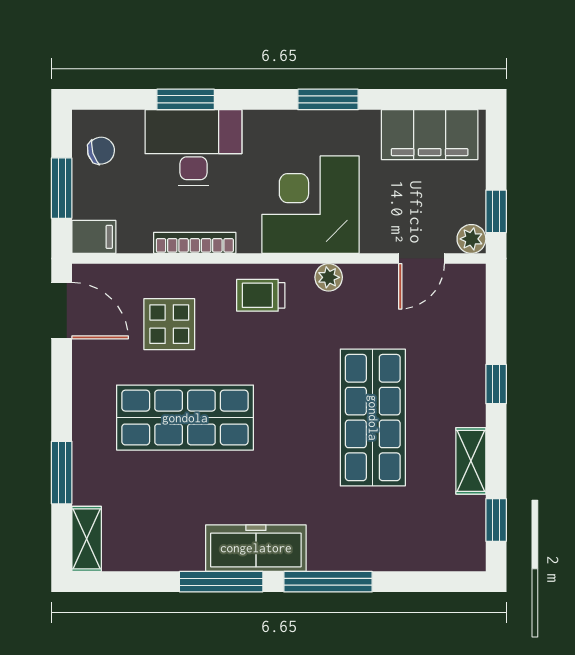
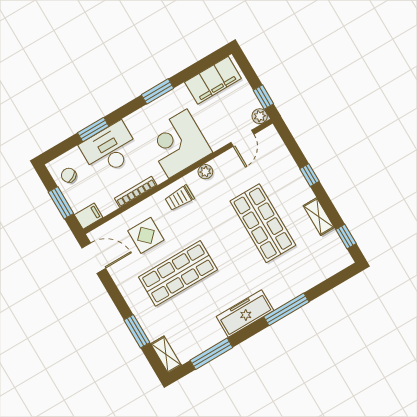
chair: (101, 151) -> (69, 175), turned -102
window: (221, 582) -> (211, 354), moved

